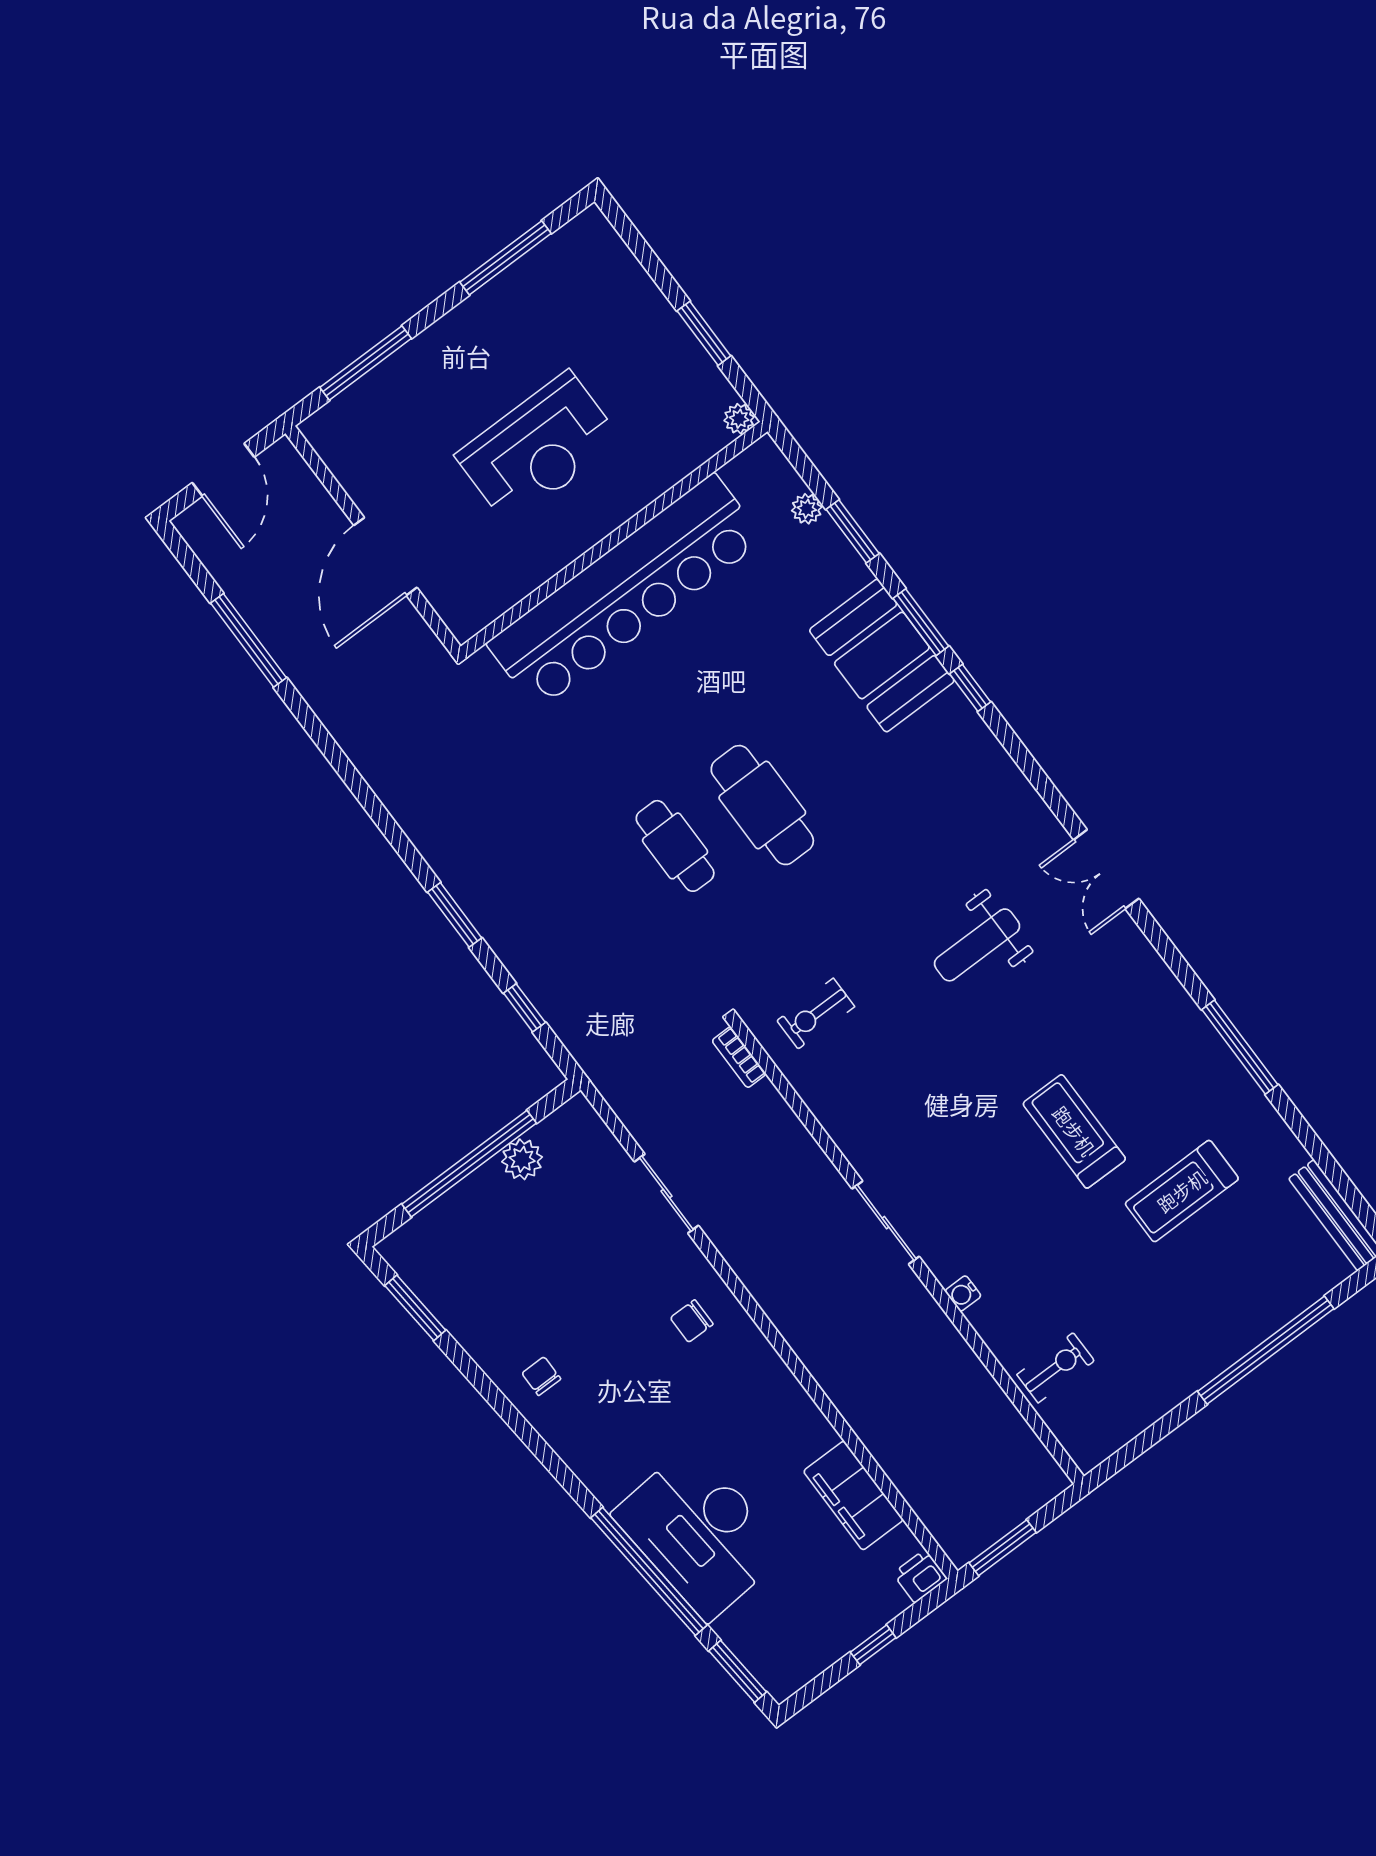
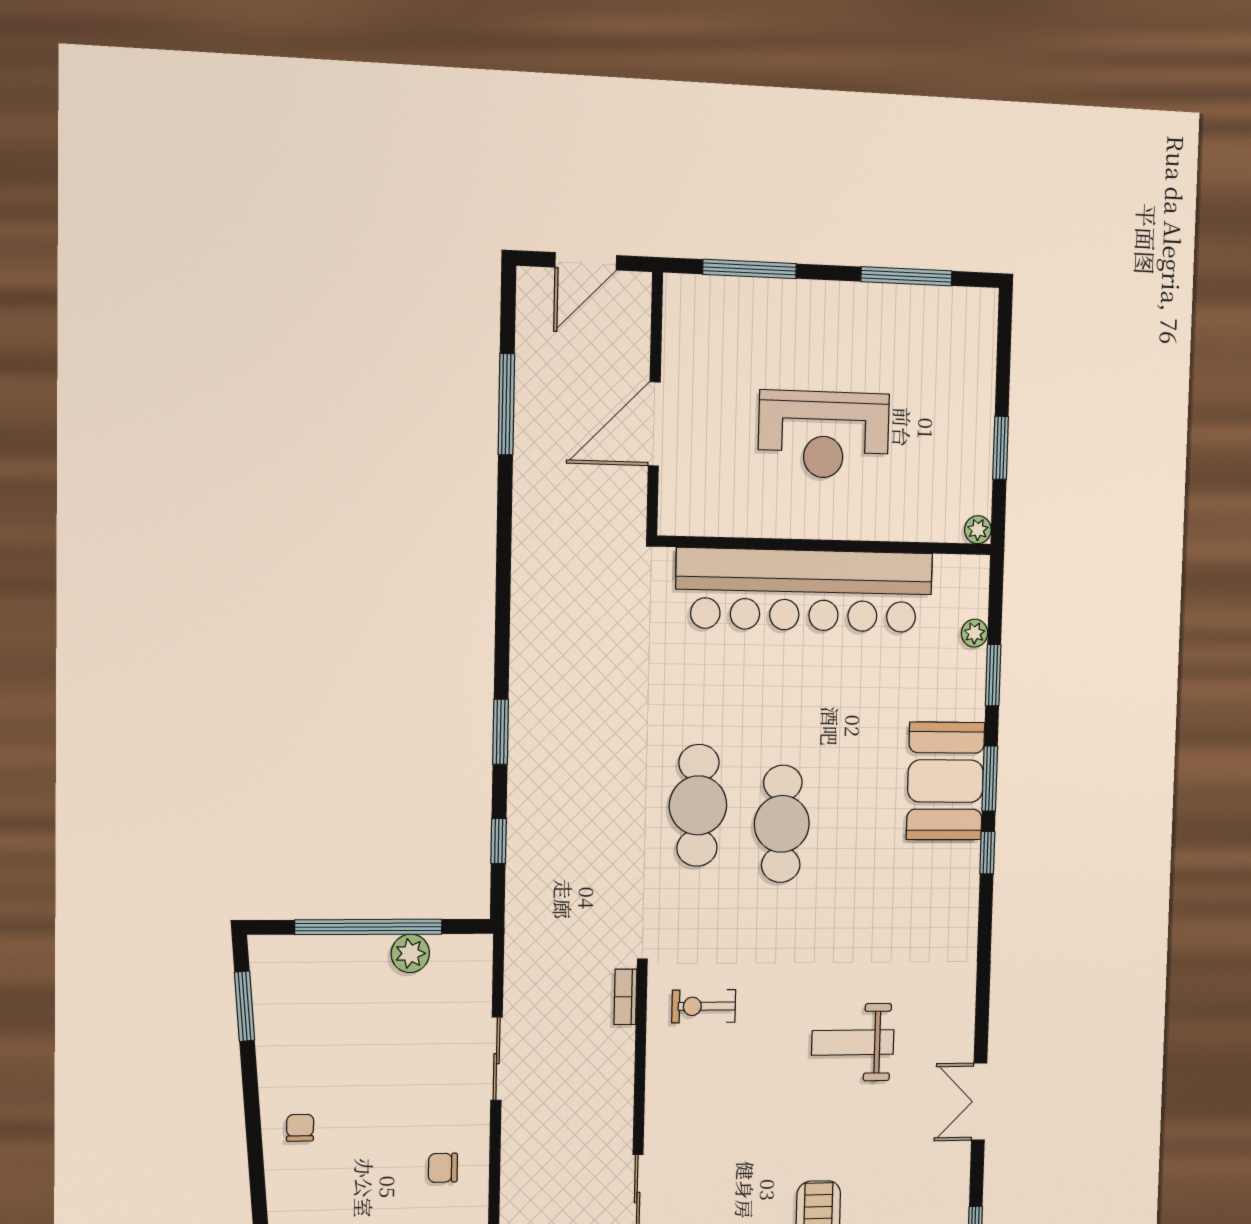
cafe table: (675, 846) -> (698, 805), width x1.37, depth x1.35
double door: (1106, 869) -> (979, 1102), moved

